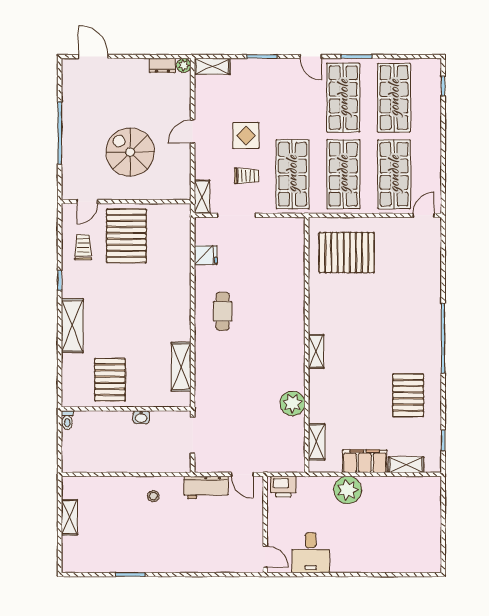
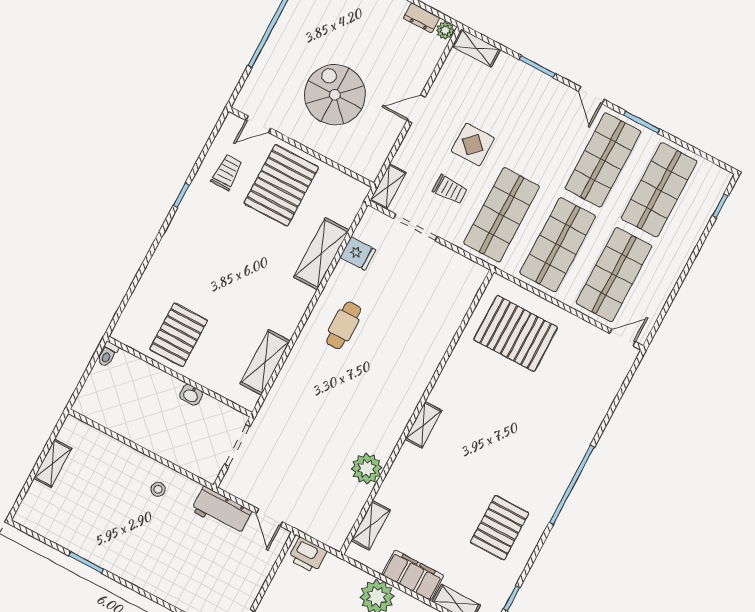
shelving: (72, 326) -> (321, 254), moved

